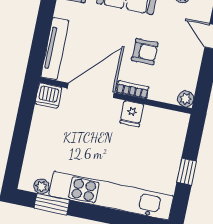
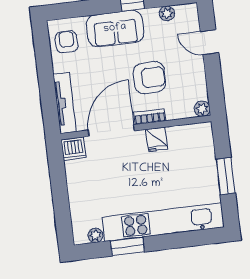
armchair: (145, 52) -> (149, 78), width x1.38, depth x1.38
window: (187, 172) -> (226, 176), width x1.50
window: (52, 204) -> (127, 246), moved

